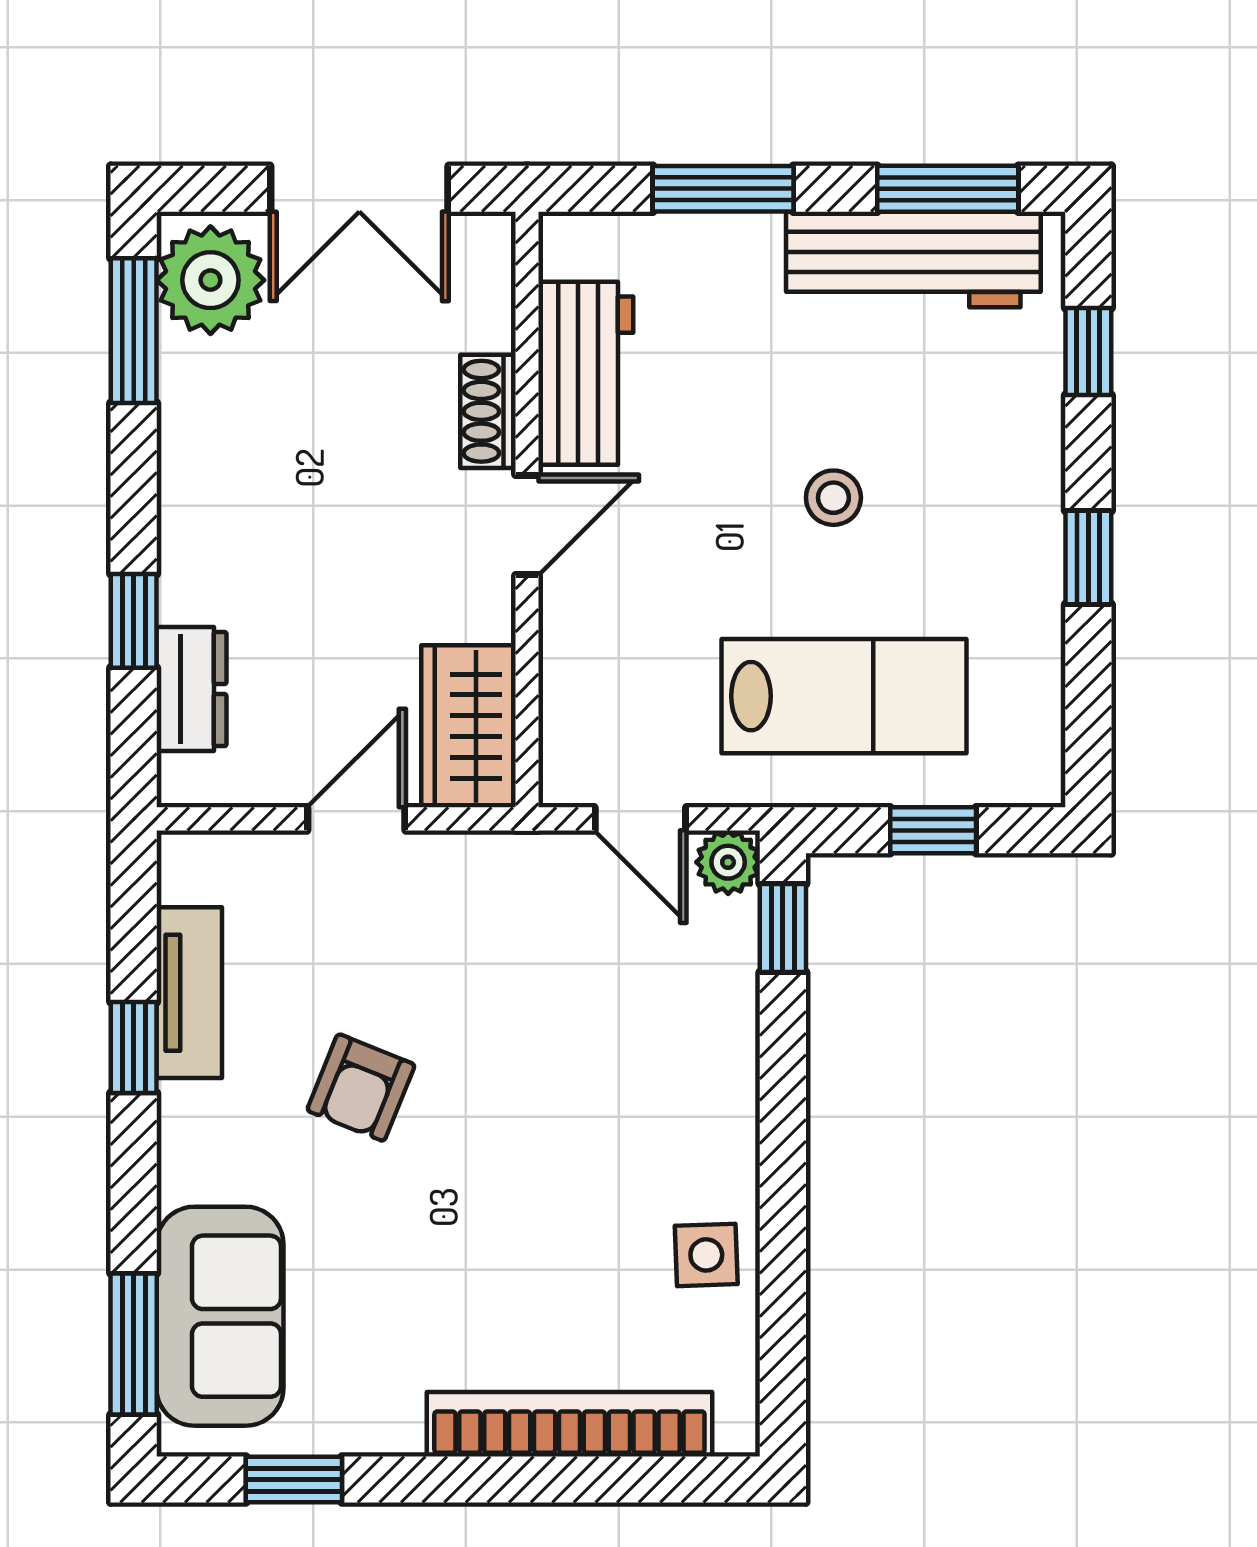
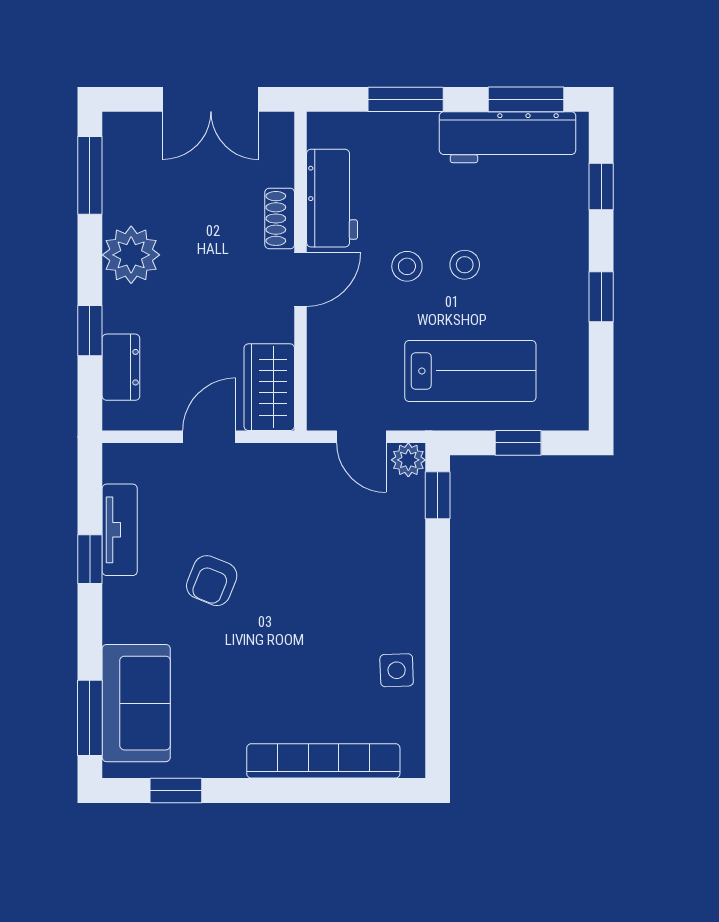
plant: (210, 280) -> (131, 255), moved
stool: (726, 501) -> (407, 266), added

